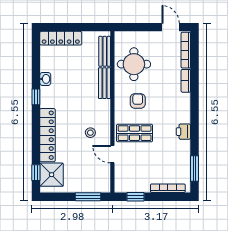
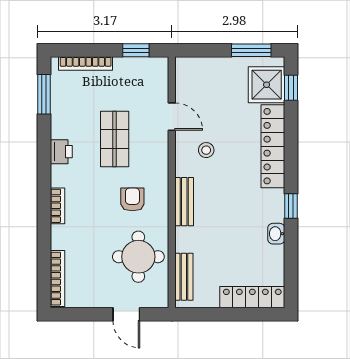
door: (171, 27) -> (126, 314), moved
bookcase: (186, 81) -> (57, 206), moved
bench: (104, 83) -> (184, 202), moved
armchair: (138, 101) -> (132, 199), turned 180
shop shelf: (135, 133) -> (115, 139), moved, turned 90
window: (88, 197) -> (251, 50), moved

